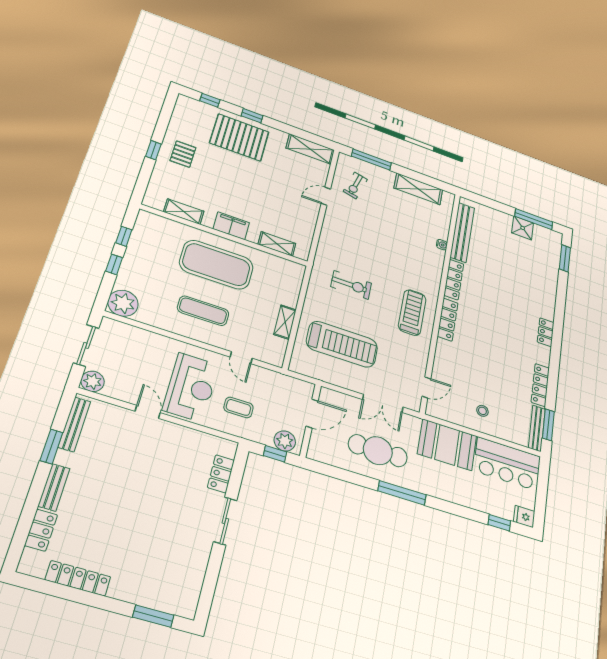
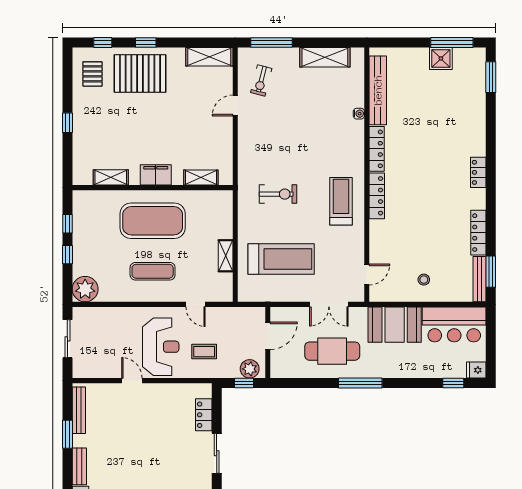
pallet: (183, 154) -> (92, 74), moved
plant: (93, 381) -> (82, 369), removed

